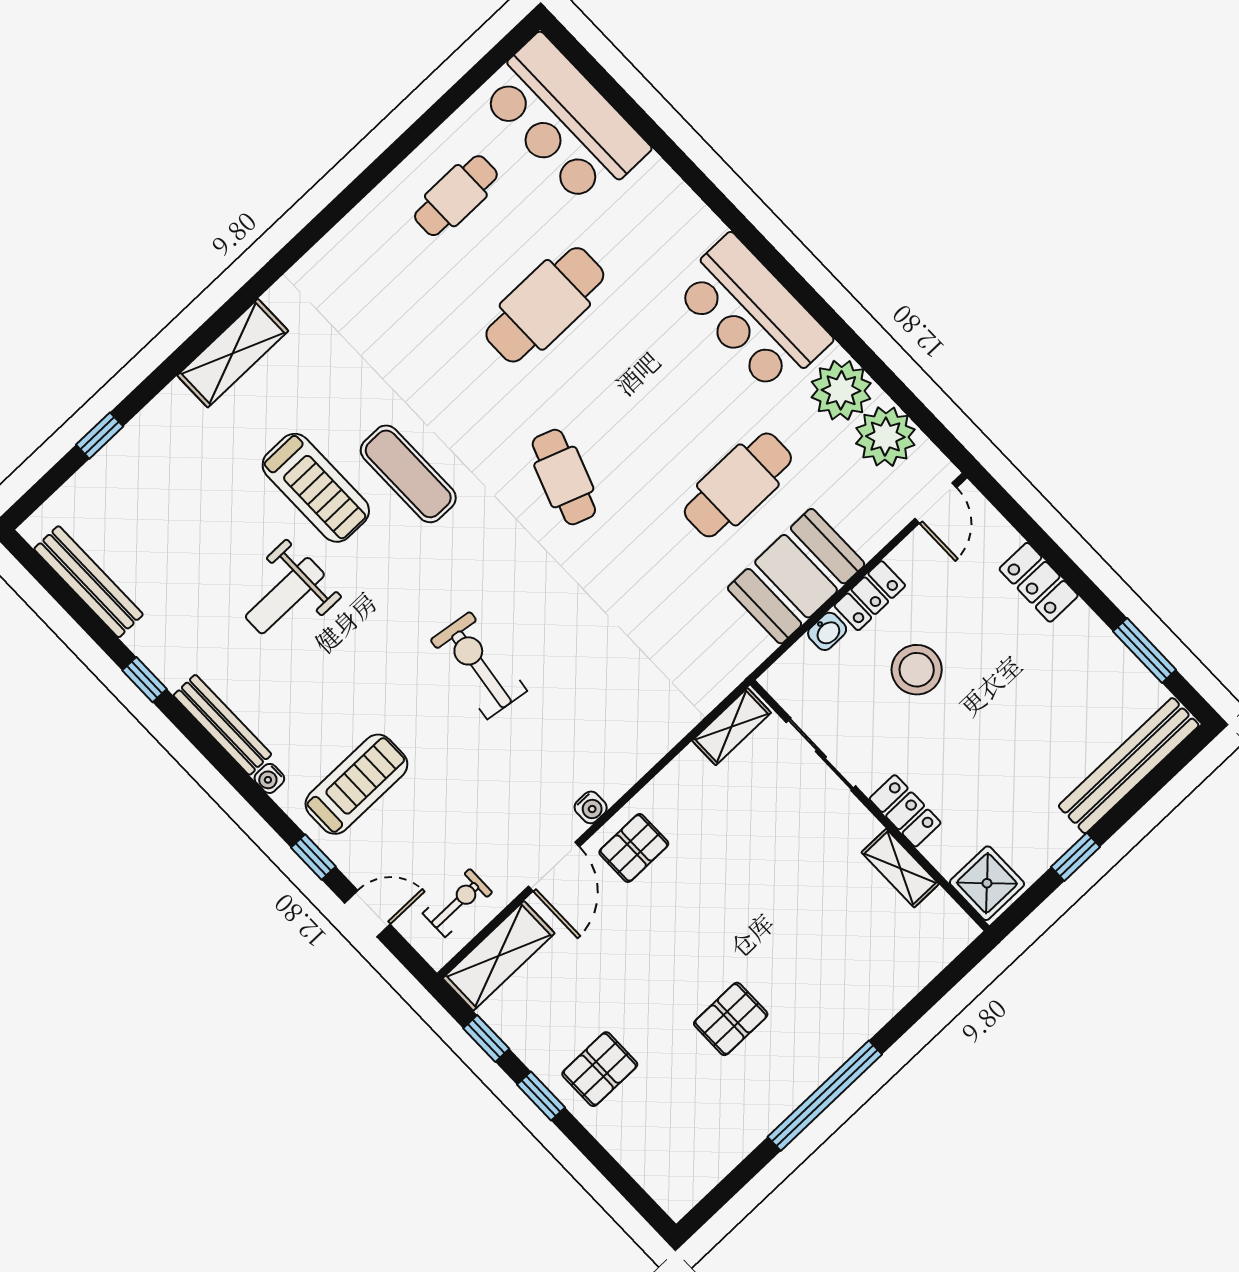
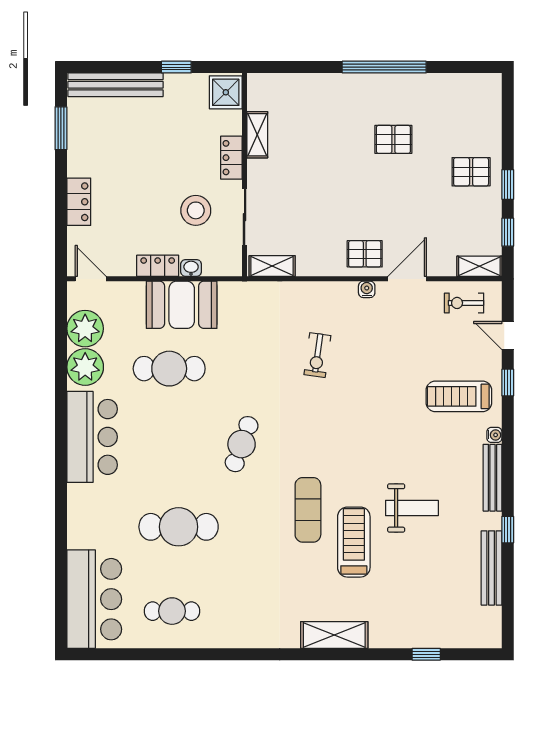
door: (936, 503) -> (91, 279), hinge flipped
bench: (89, 582) -> (492, 568), moved
exercise bike: (479, 665) -> (317, 355), moved, width x0.73, depth x0.72
stool: (917, 670) -> (196, 210), moved
shelving: (499, 956) -> (479, 266), width x0.67, depth x0.75

